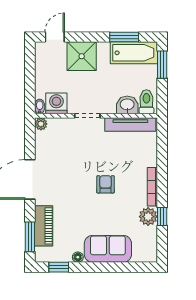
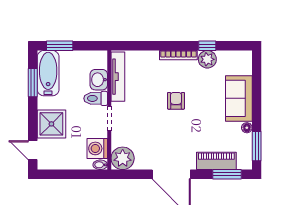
toilet: (146, 102) -> (96, 98), moved
plant: (41, 124) -> (123, 158), width x1.88, depth x1.88
armchair: (105, 184) -> (176, 101), turned 90
window: (59, 267) -> (257, 146), width x1.50

